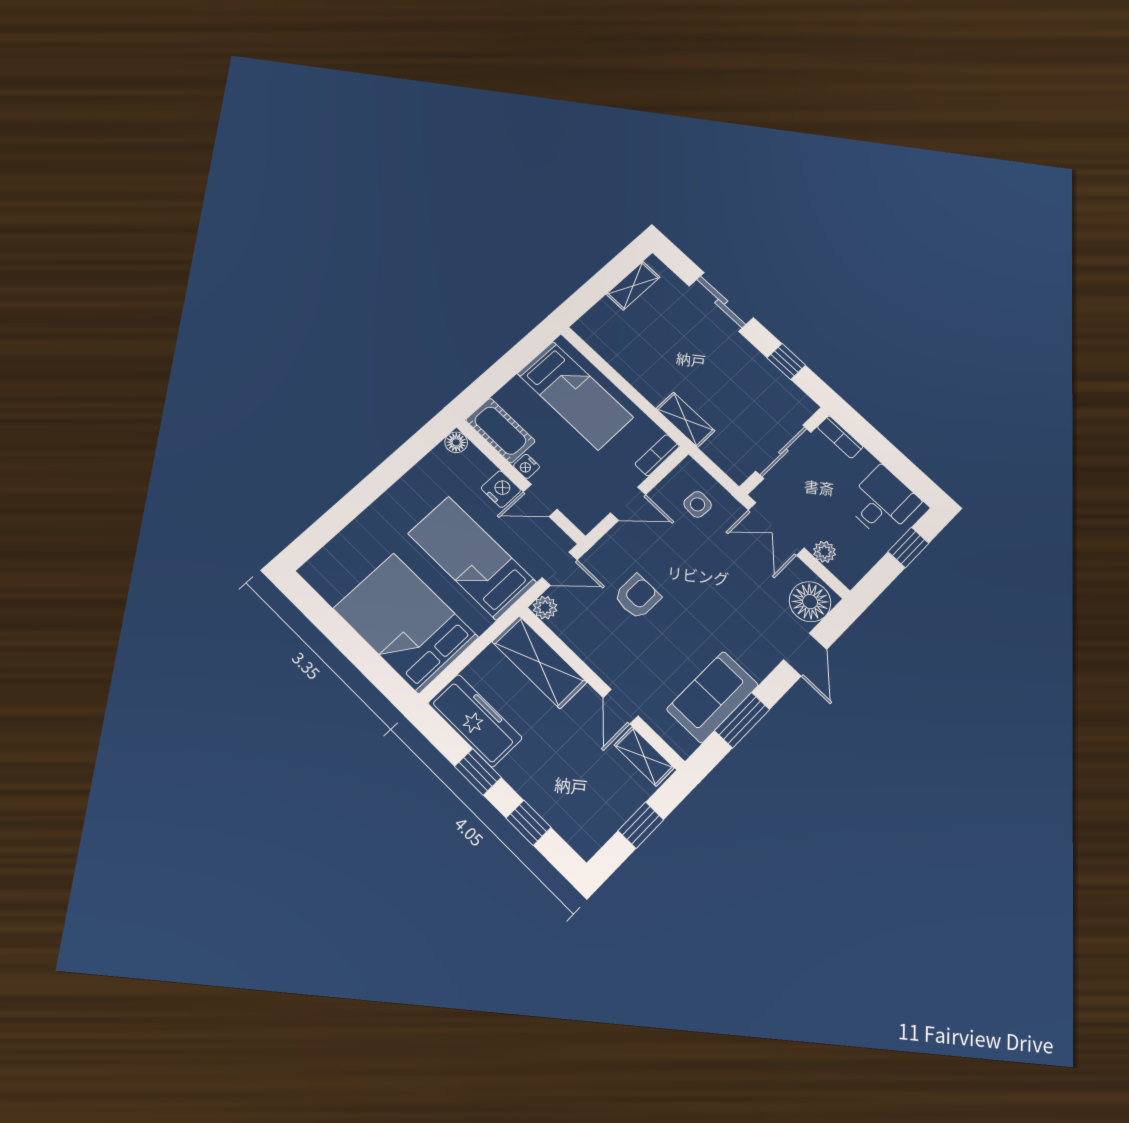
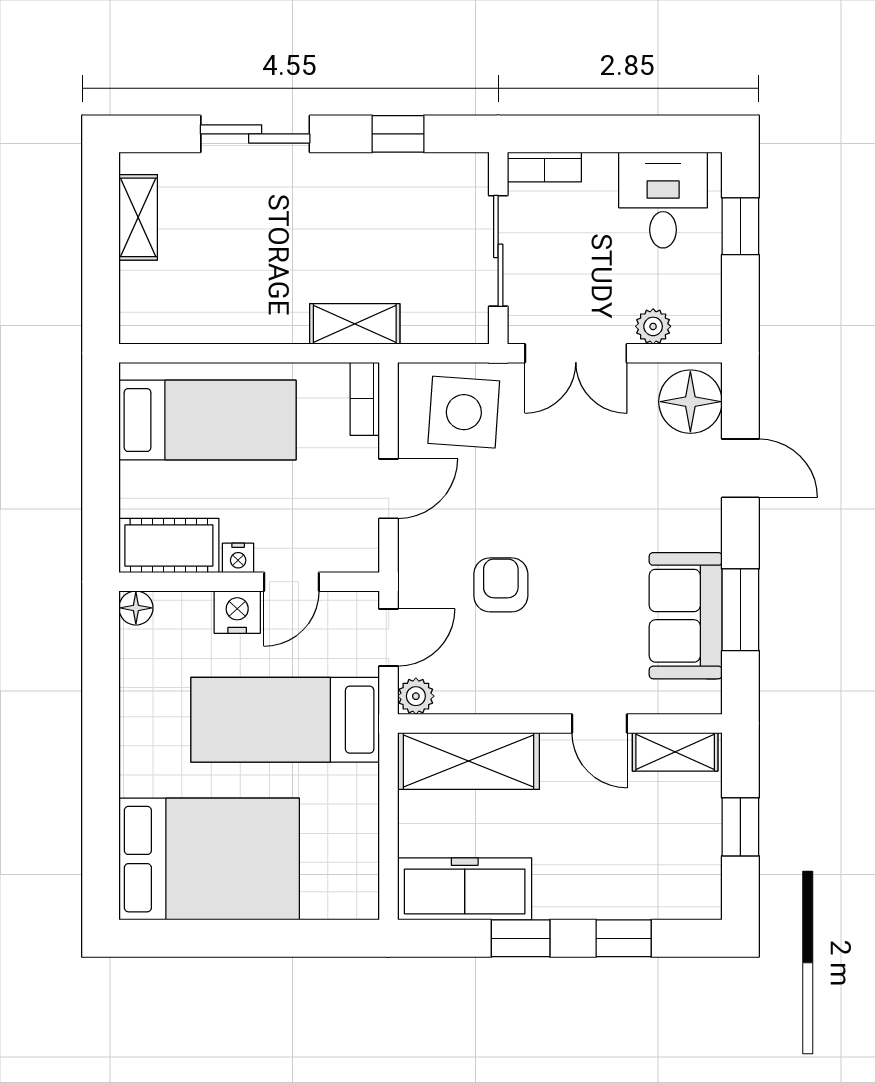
side table: (698, 504) -> (464, 412), width x1.87, depth x1.87
bed: (406, 623) -> (209, 859), moved, turned 180

